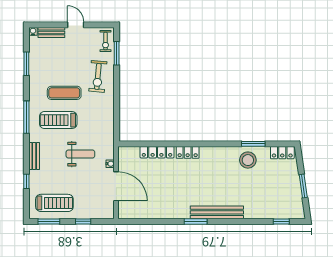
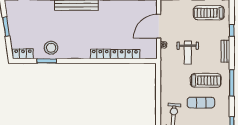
weight bench: (80, 154) -> (188, 53), turned -90
door: (116, 186) -> (159, 26), hinge flipped

